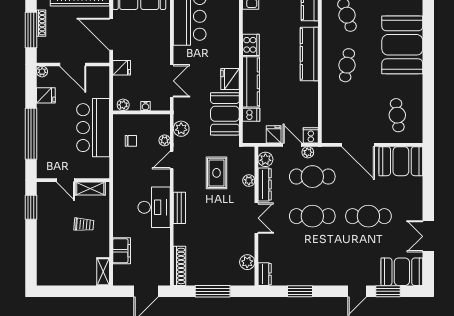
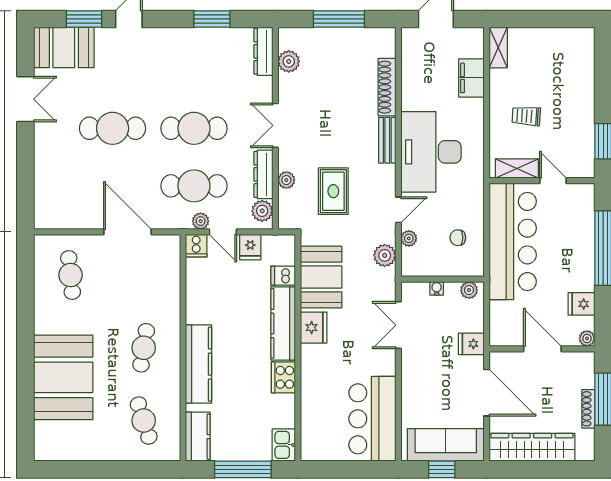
bar counter: (93, 128) -> (513, 242), width x1.36
booth: (401, 161) -> (65, 208), removed
desk: (154, 207) -> (431, 152), width x1.36, depth x1.30
shoe rack: (180, 266) -> (387, 87), moved
dresser: (265, 274) -> (263, 51), width x1.44

